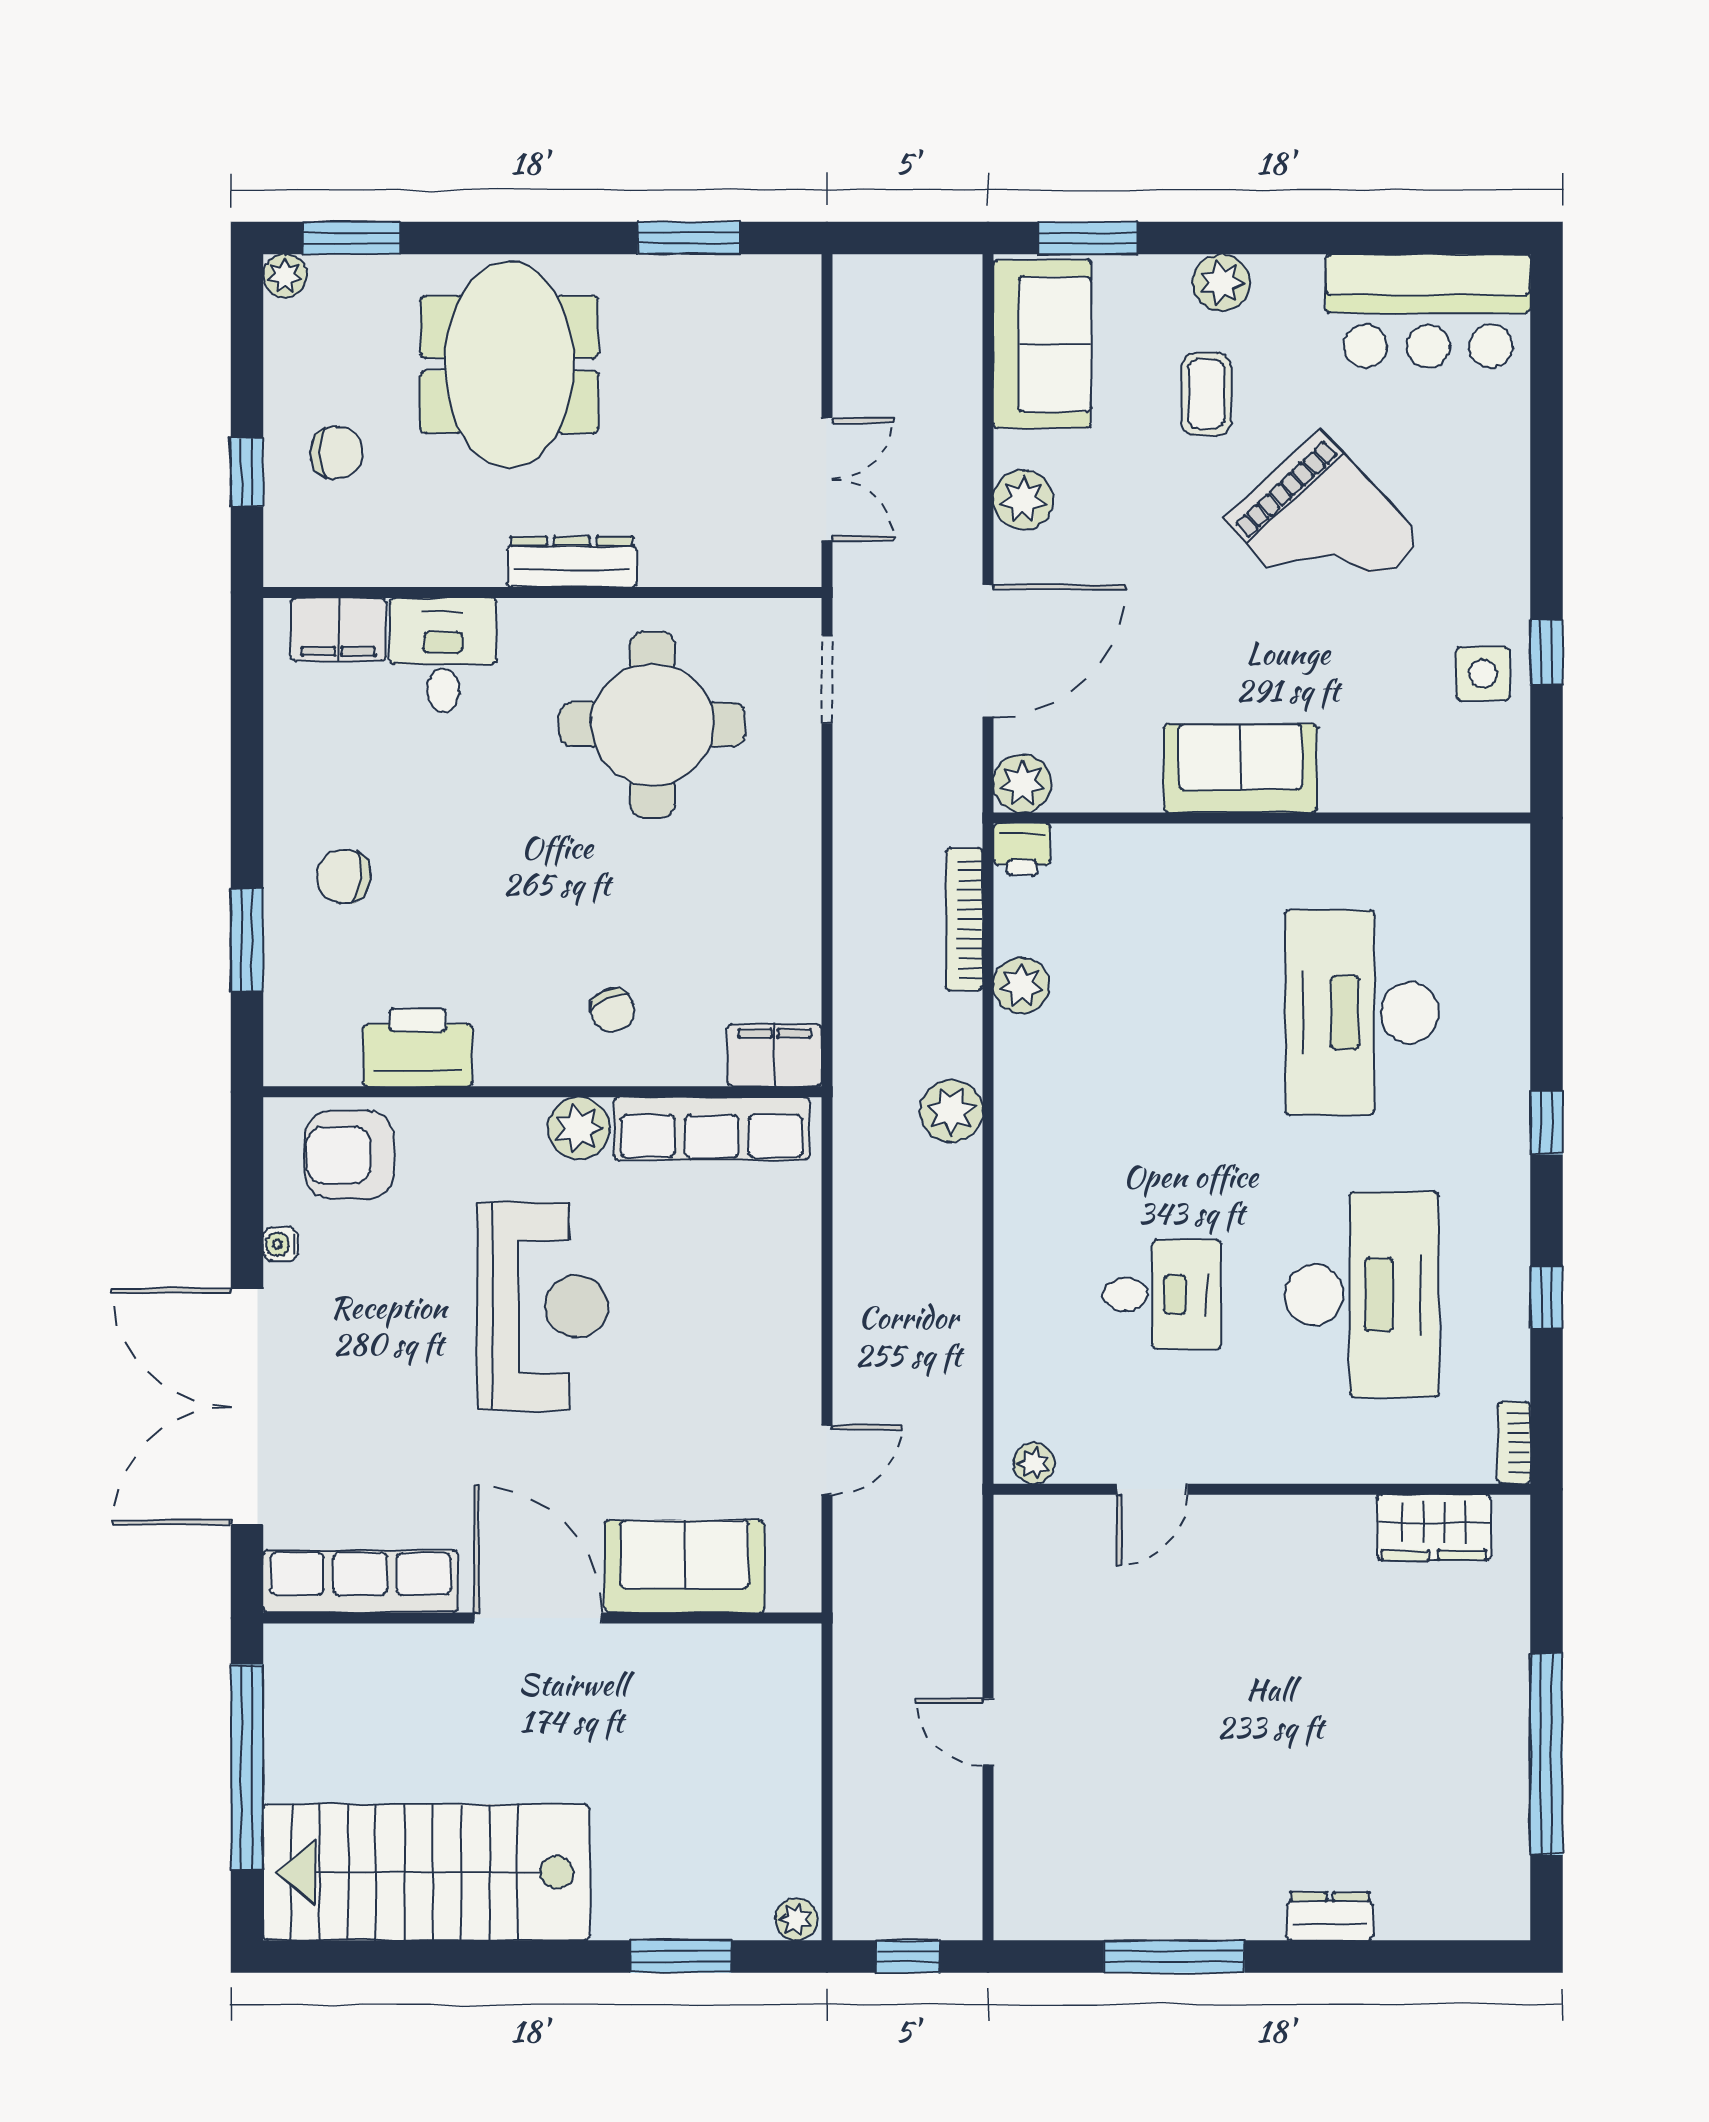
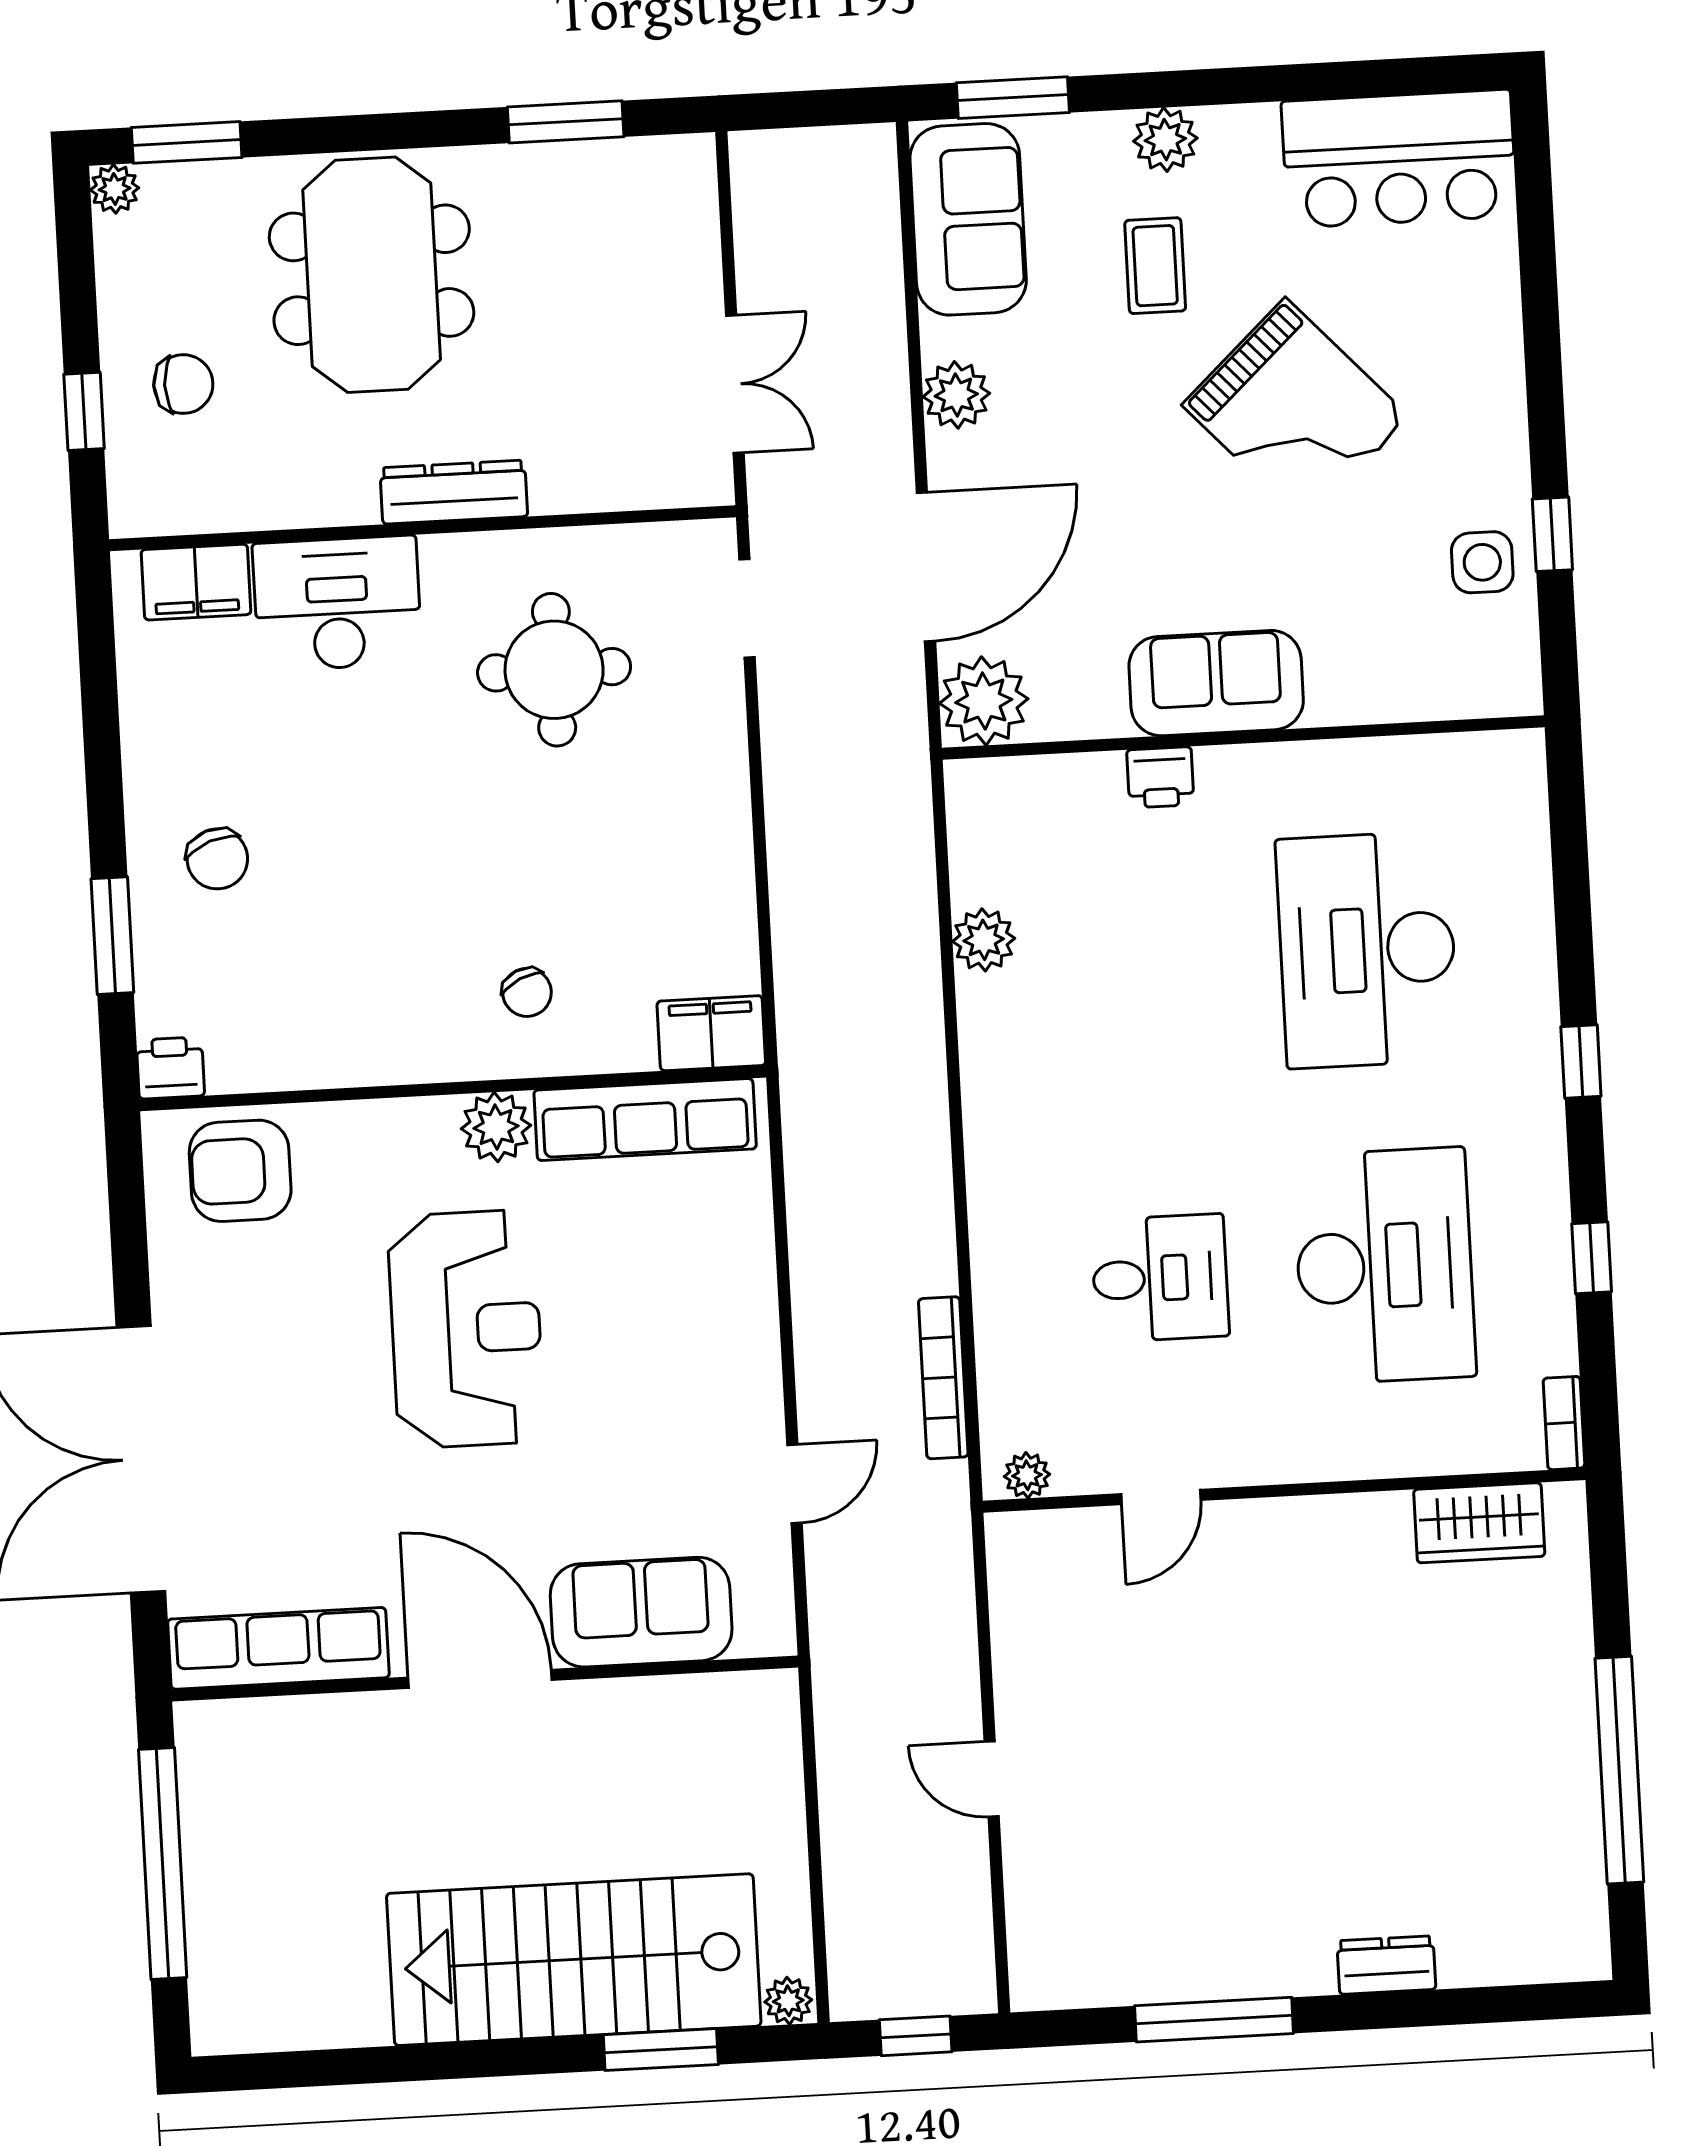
desk: (443, 655) -> (337, 603), width x1.37
round table: (652, 725) -> (554, 670), width x0.73, depth x0.73
plant: (1022, 784) -> (984, 701), width x1.36, depth x1.36
printer: (1022, 849) -> (1160, 777), moved
chair: (344, 877) -> (217, 859), turned -116
bookcase: (964, 919) -> (943, 1378), moved
printer: (418, 1047) -> (170, 1068), moved, width x0.53, depth x0.68
plant: (951, 1111) -> (913, 1085), removed
water cooler: (280, 1244) -> (168, 1275), removed
stairs: (426, 1872) -> (574, 1960), moved

